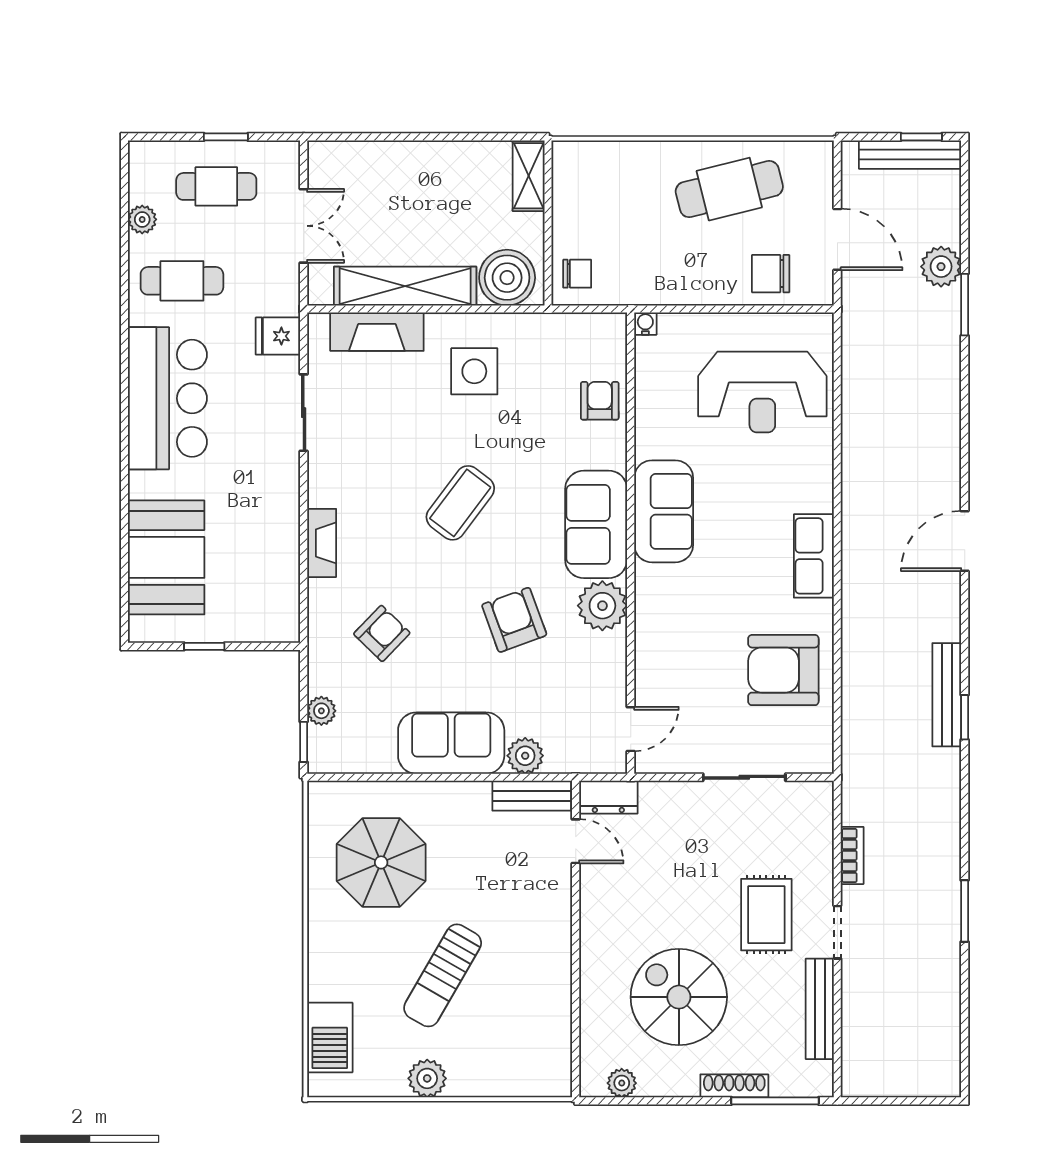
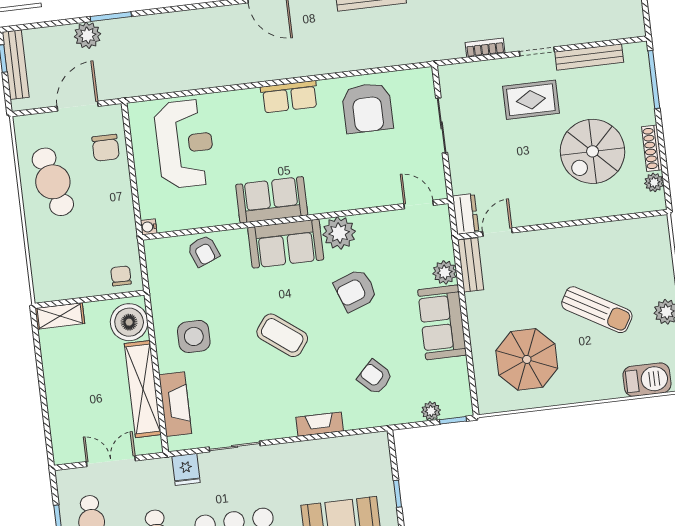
armchair: (600, 401) -> (203, 251), turned -112
shoe rack: (734, 1086) -> (652, 148), moved

